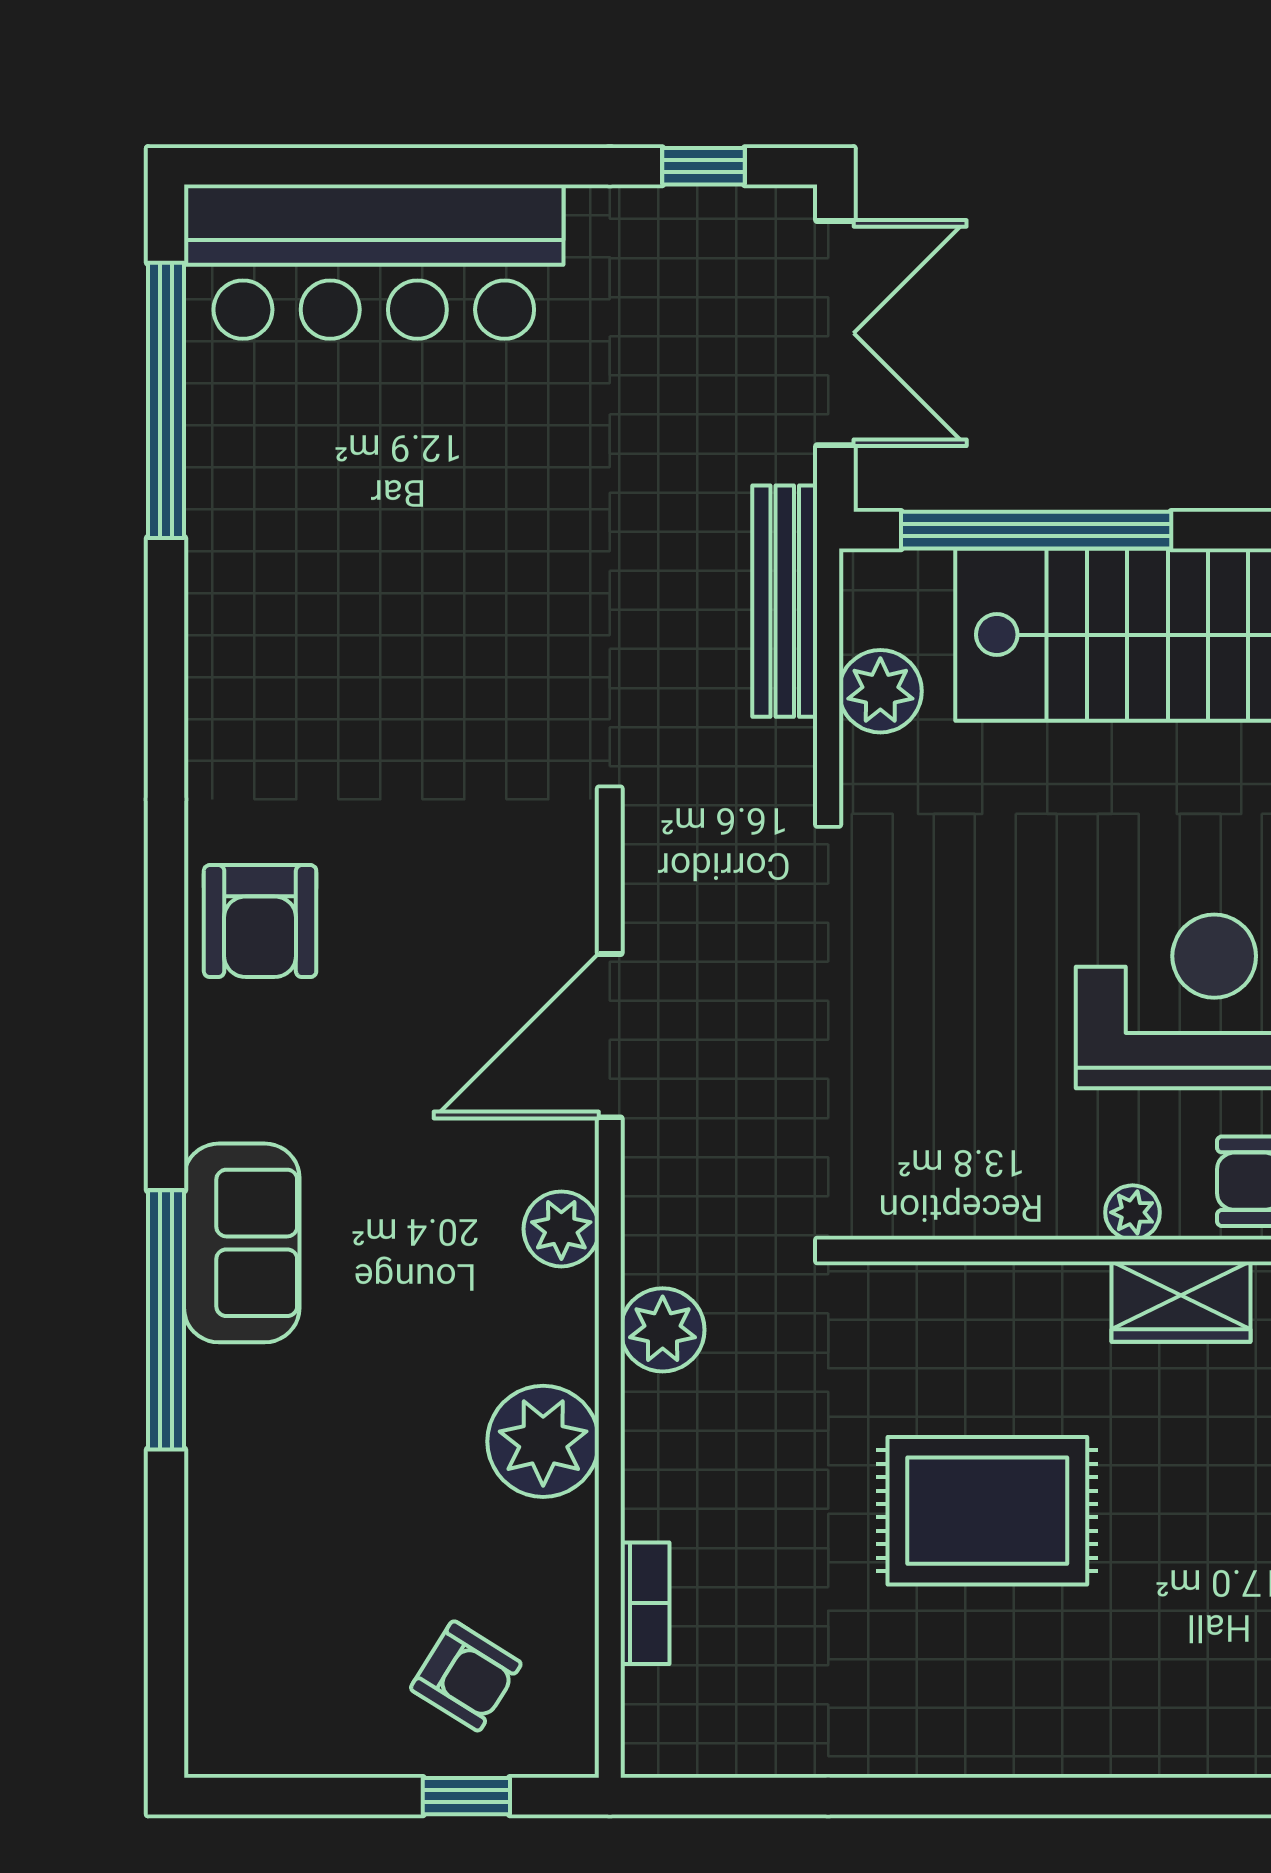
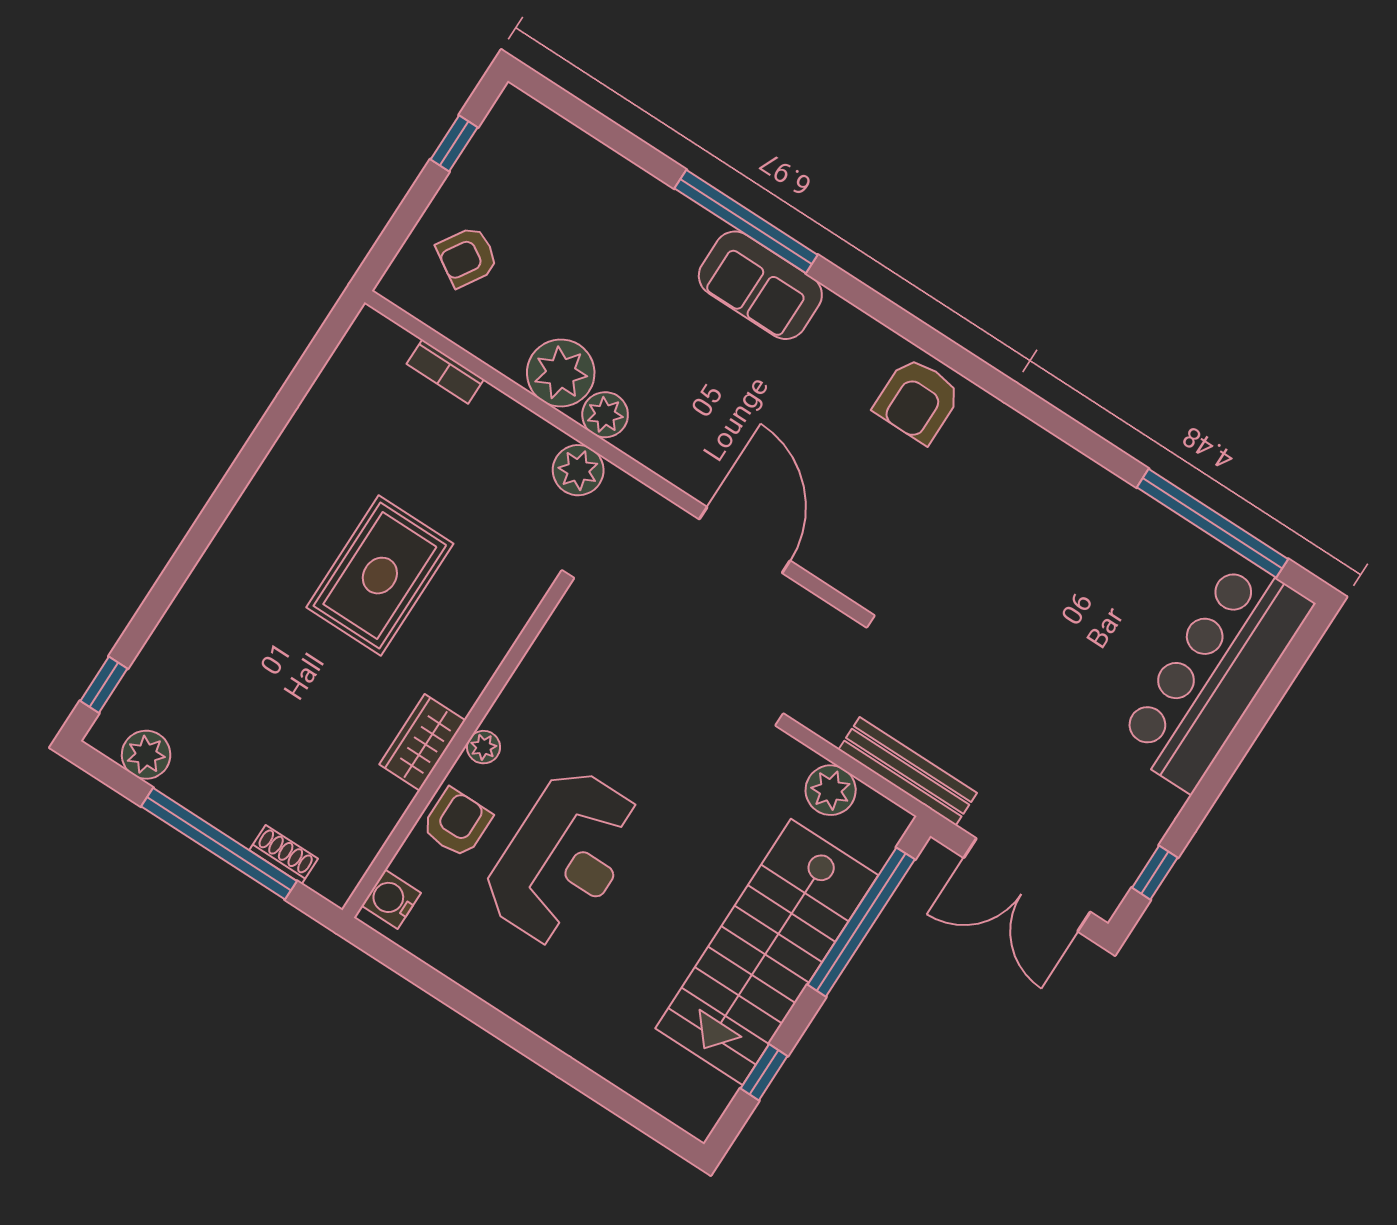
armchair: (260, 921) -> (918, 400), turned -90
plant: (561, 1229) -> (605, 415), moved
window: (466, 1796) -> (454, 143), moved

